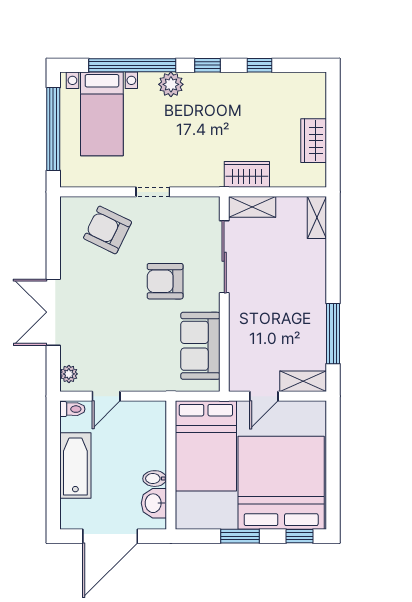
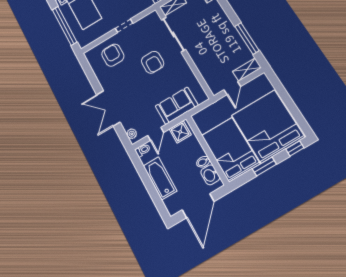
armchair: (108, 230) -> (113, 55), turned 64
armchair: (165, 281) -> (153, 62), turned -90
sofa: (200, 346) -> (177, 106), moved, turned 90
shower: (146, 415) -> (180, 132), added
bed: (206, 446) -> (230, 149), moved, turned 180

